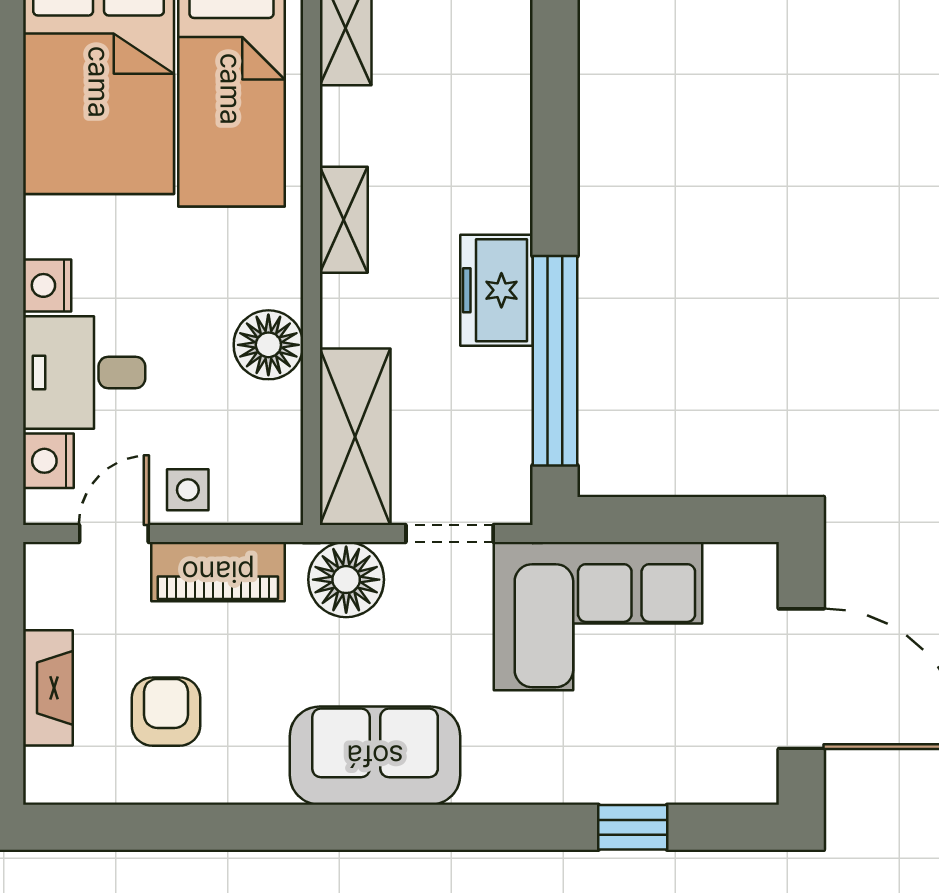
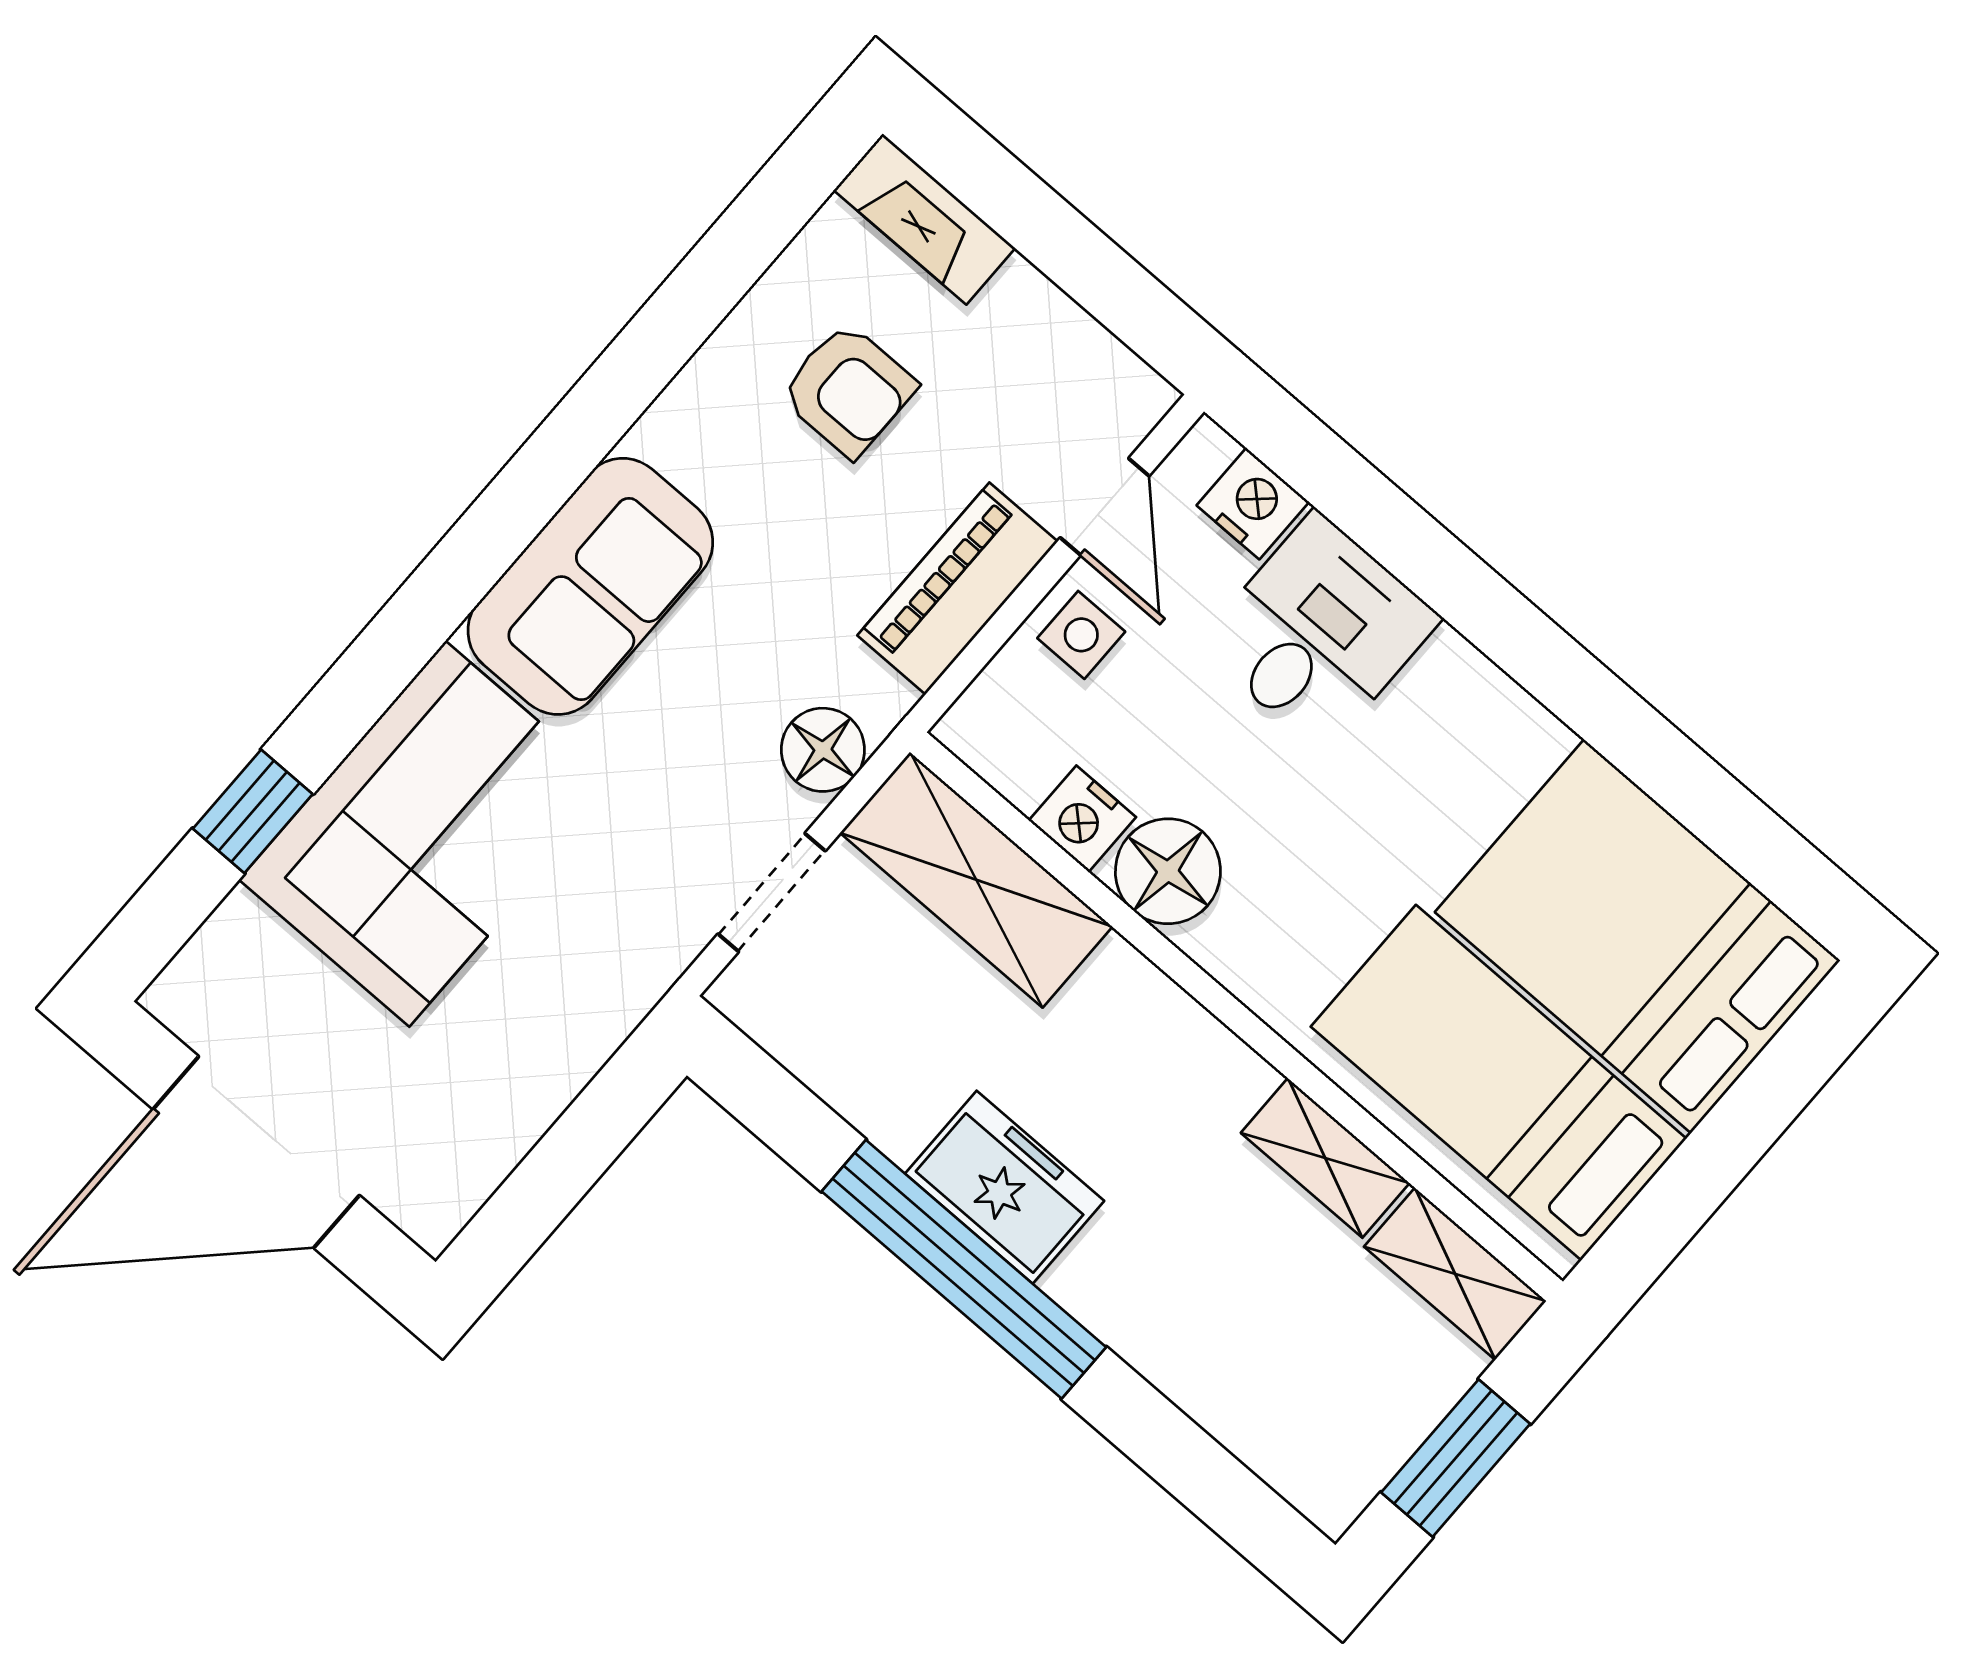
shelving: (344, 220) -> (1325, 1158), moved
nightstand: (47, 285) -> (1082, 819), moved, turned 180
window: (555, 361) -> (964, 1269), moved
floor lamp: (346, 580) -> (823, 750), width x0.73, depth x0.73
corner sofa: (598, 616) -> (427, 834), moved, turned 180
fireplace: (48, 688) -> (925, 219), moved

